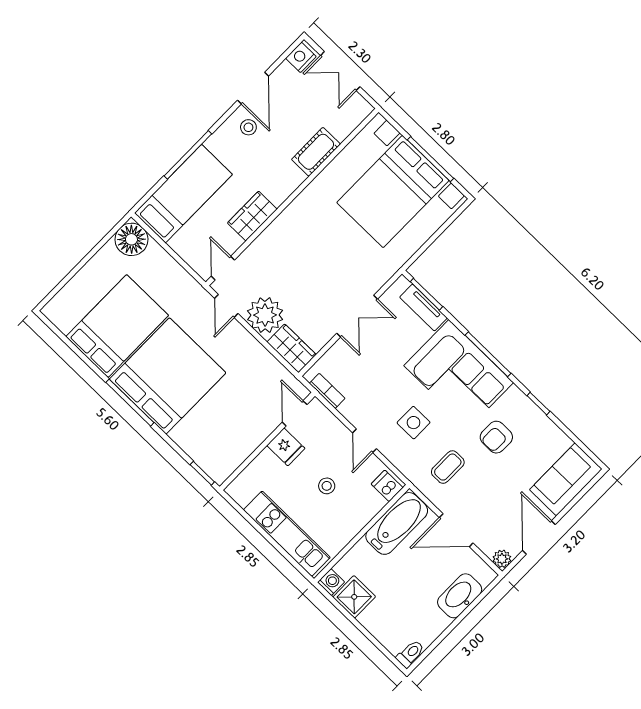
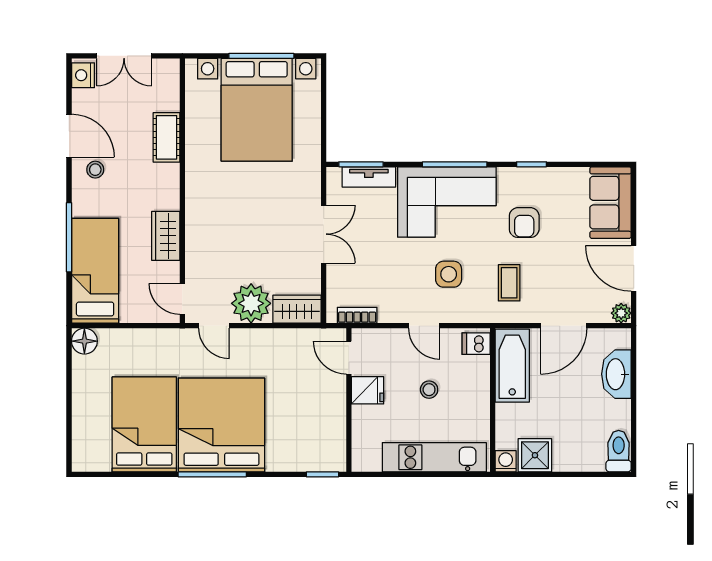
floor lamp: (131, 239) -> (84, 341), width x0.73, depth x0.73
toilet: (410, 654) -> (619, 451), width x1.37, depth x1.39

